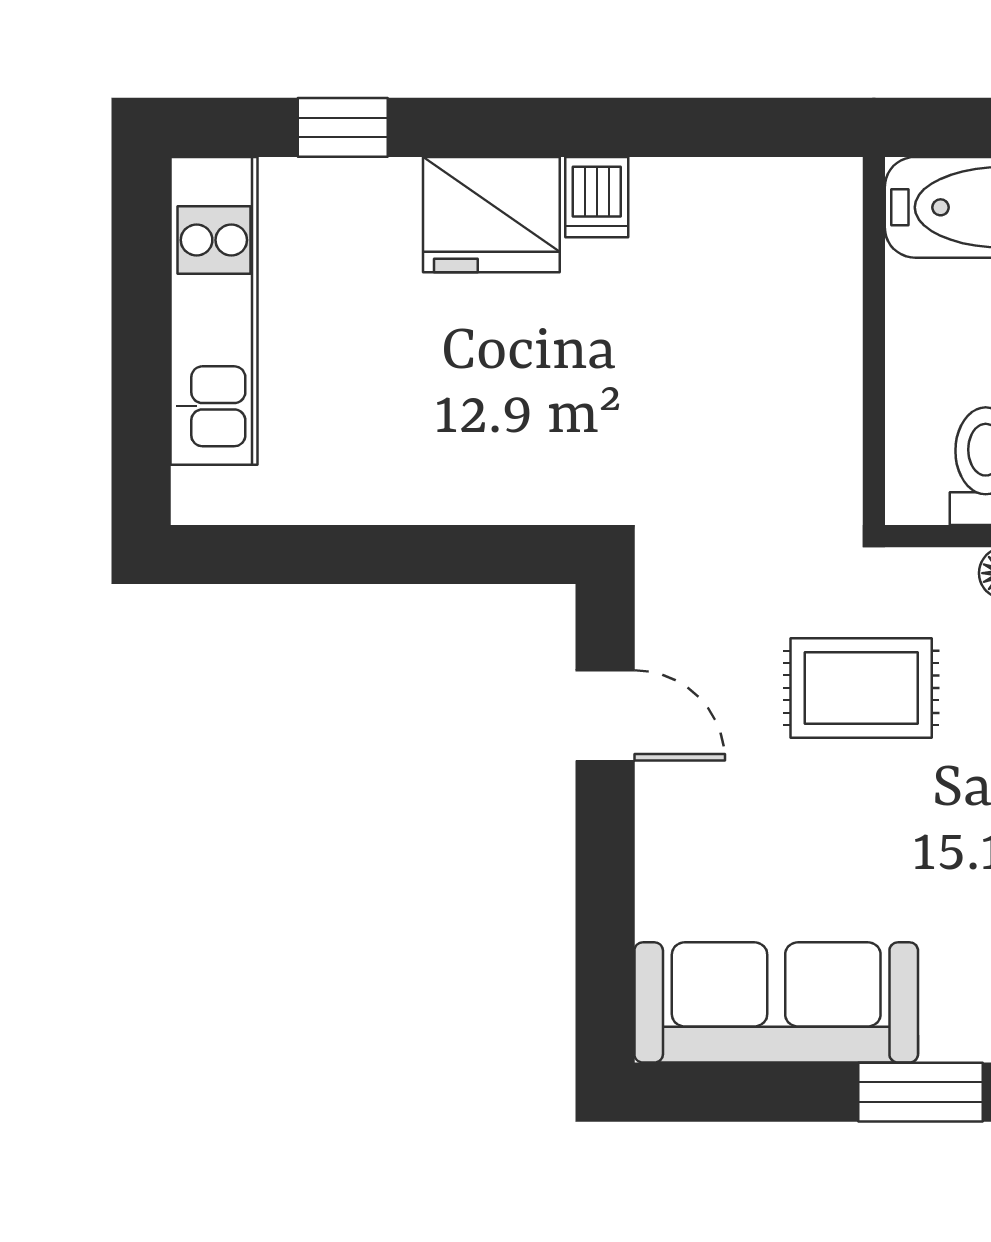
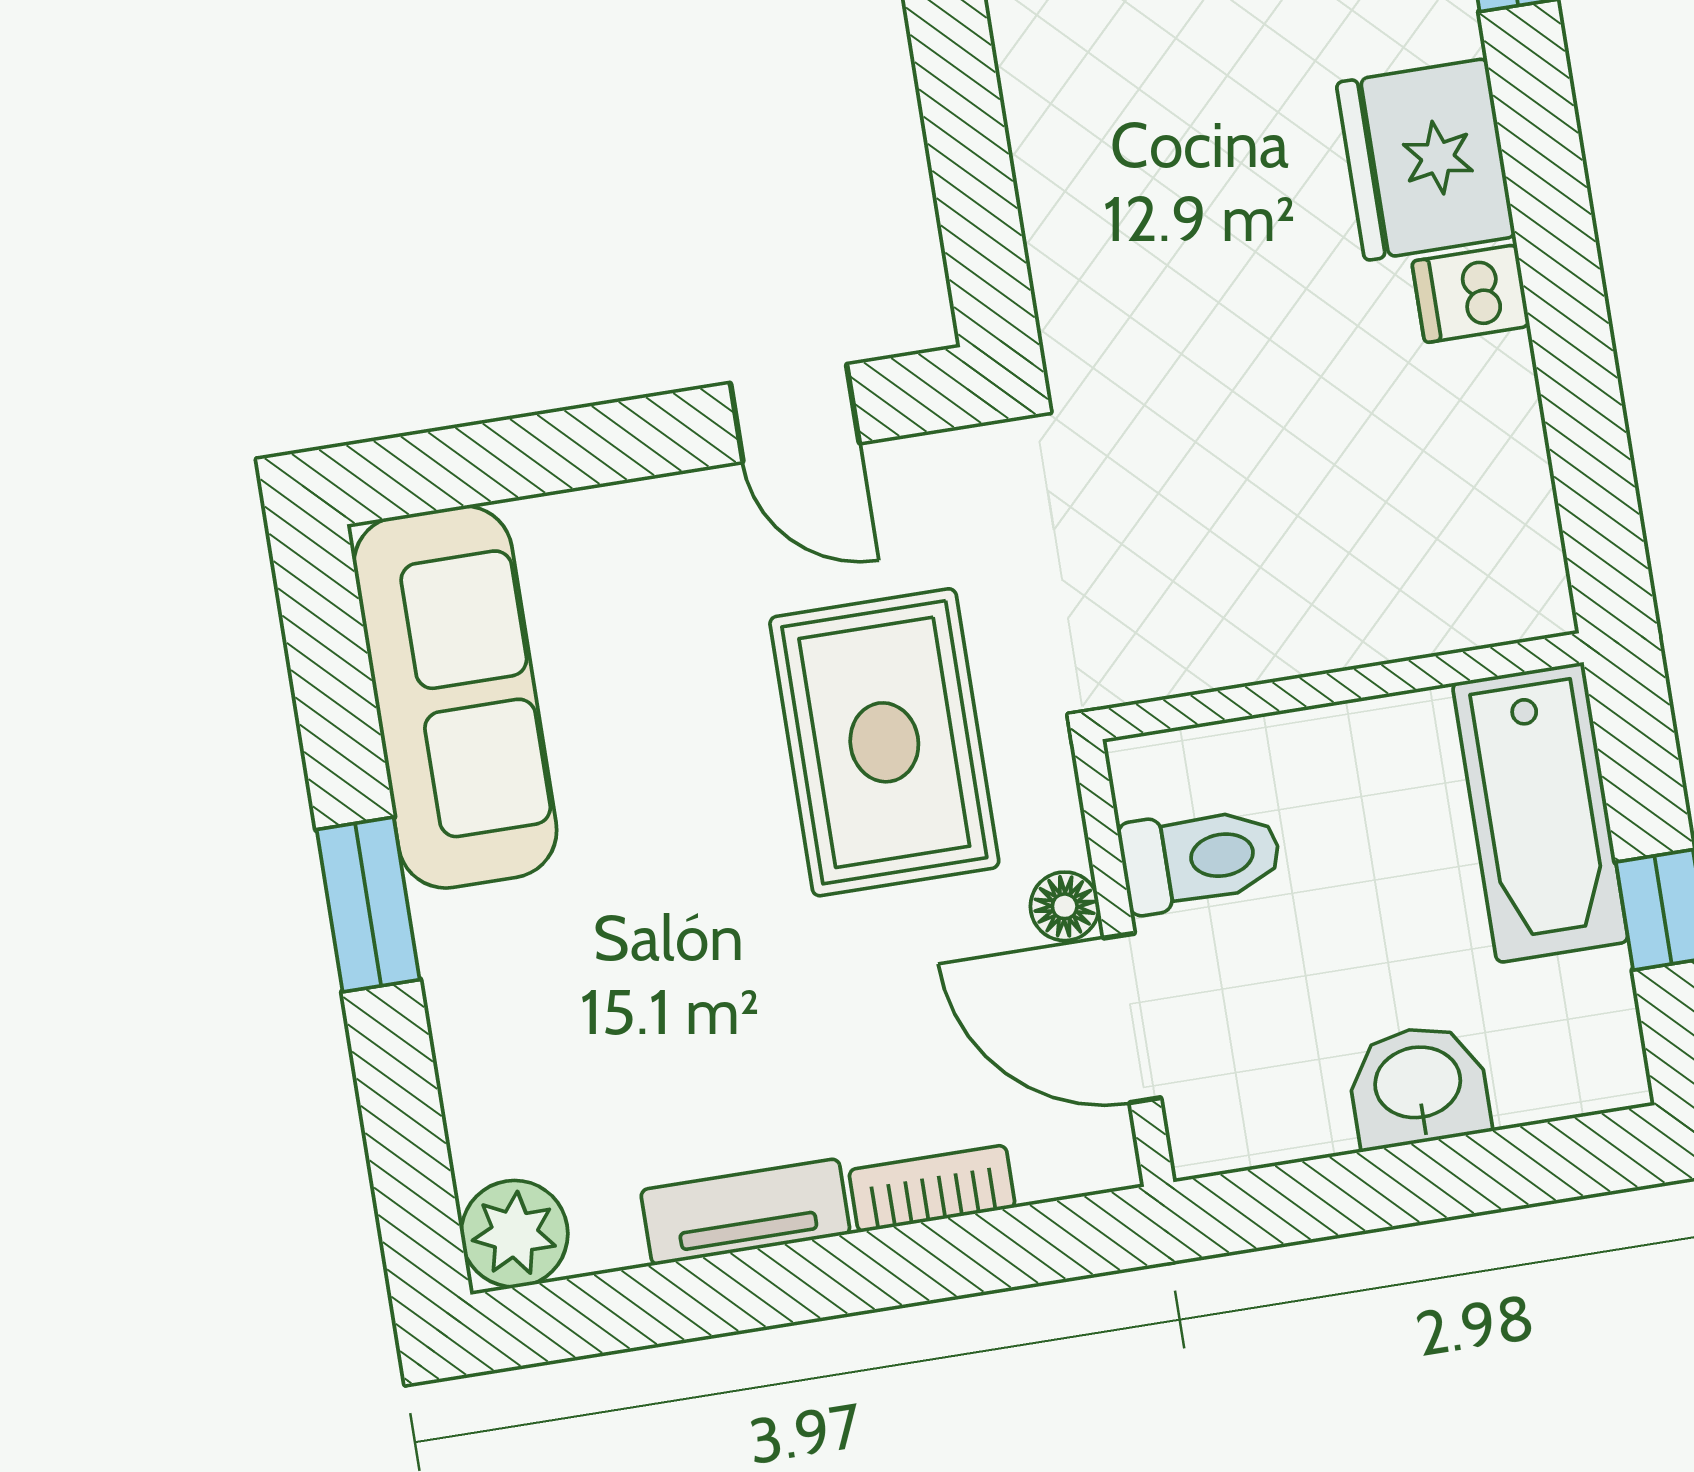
rug: (861, 688) -> (884, 742), width x1.36, depth x1.43
door: (605, 715) -> (795, 413), hinge flipped

